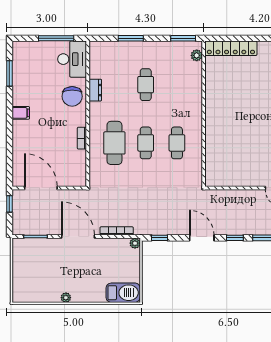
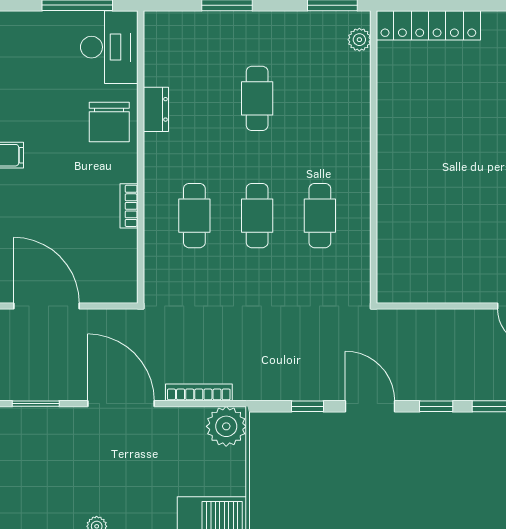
cafe table: (114, 143) -> (194, 216), width x0.73, depth x0.74
window: (159, 238) -> (308, 406), moved
plant: (135, 243) -> (226, 426), width x1.88, depth x1.88

